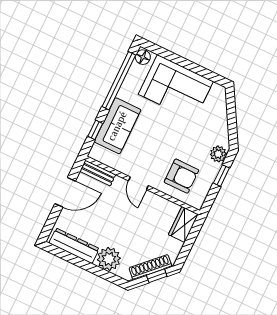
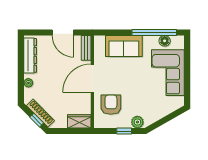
floor lamp: (143, 57) -> (165, 41), moved
window: (95, 130) -> (114, 32), removed
armchair: (181, 176) -> (111, 105), turned 180
door: (138, 183) -> (92, 78), width x1.88
plant: (109, 259) -> (28, 83), width x0.53, depth x0.53

